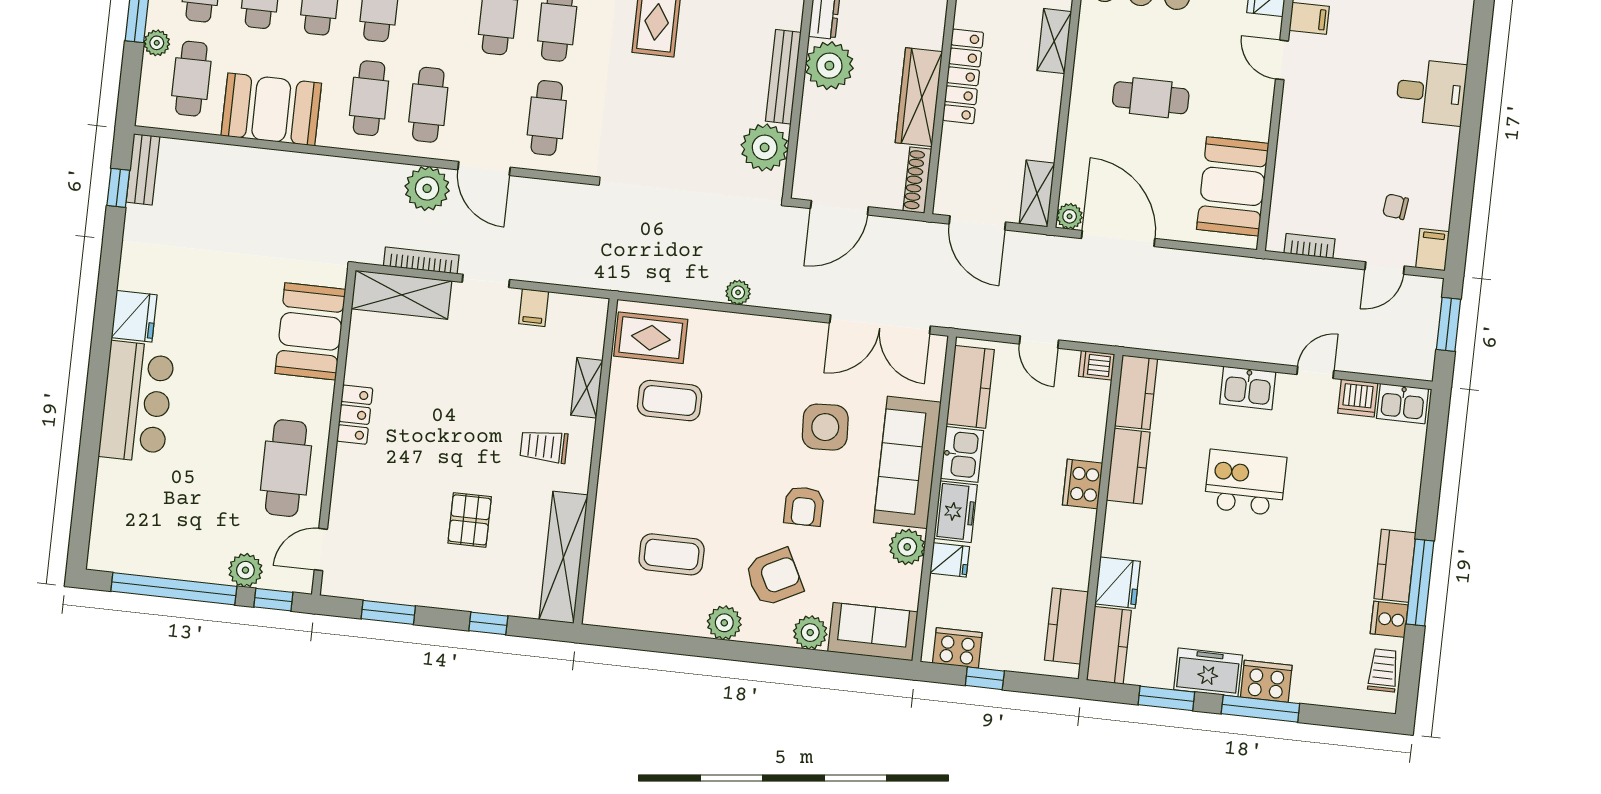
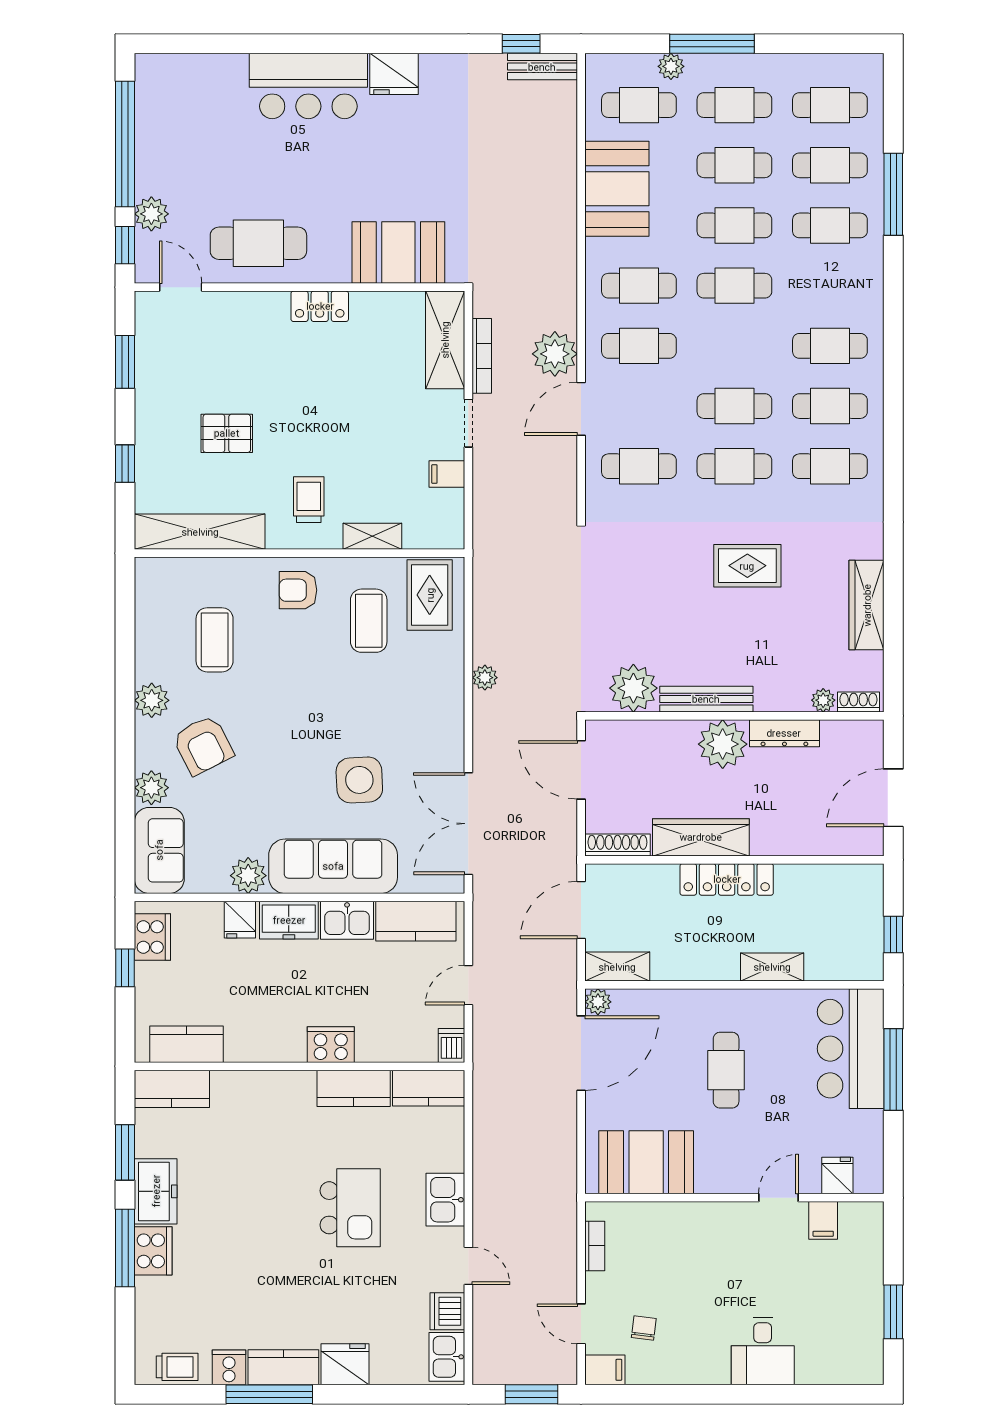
armchair: (804, 506) -> (298, 590), moved
fridge: (1118, 583) -> (345, 1364), moved, turned 180

